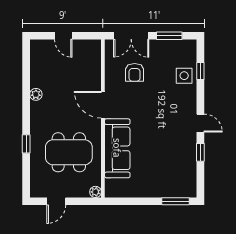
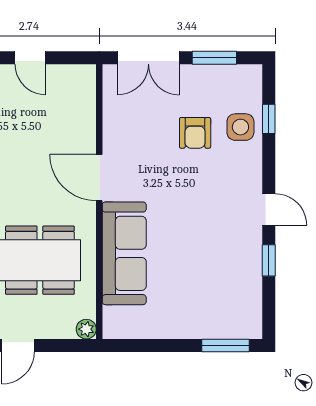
armchair: (135, 72) -> (195, 133), moved

